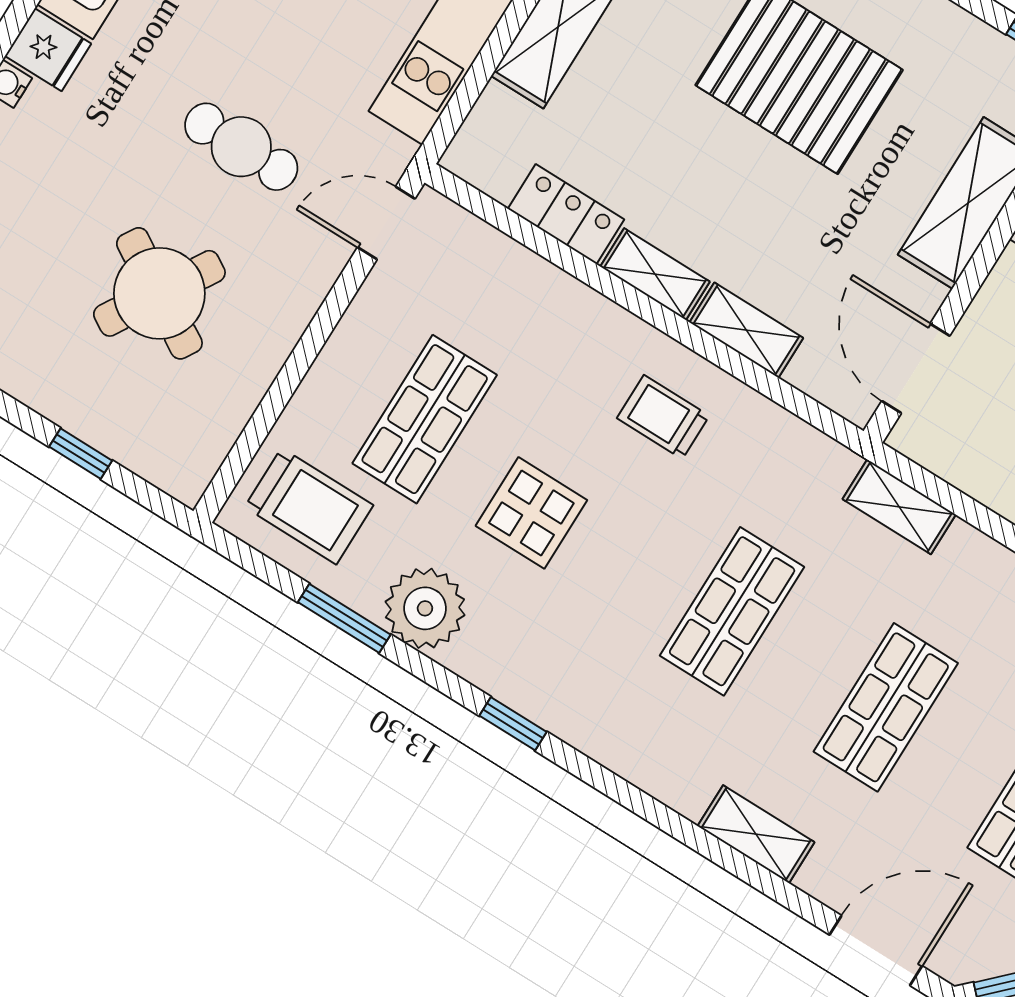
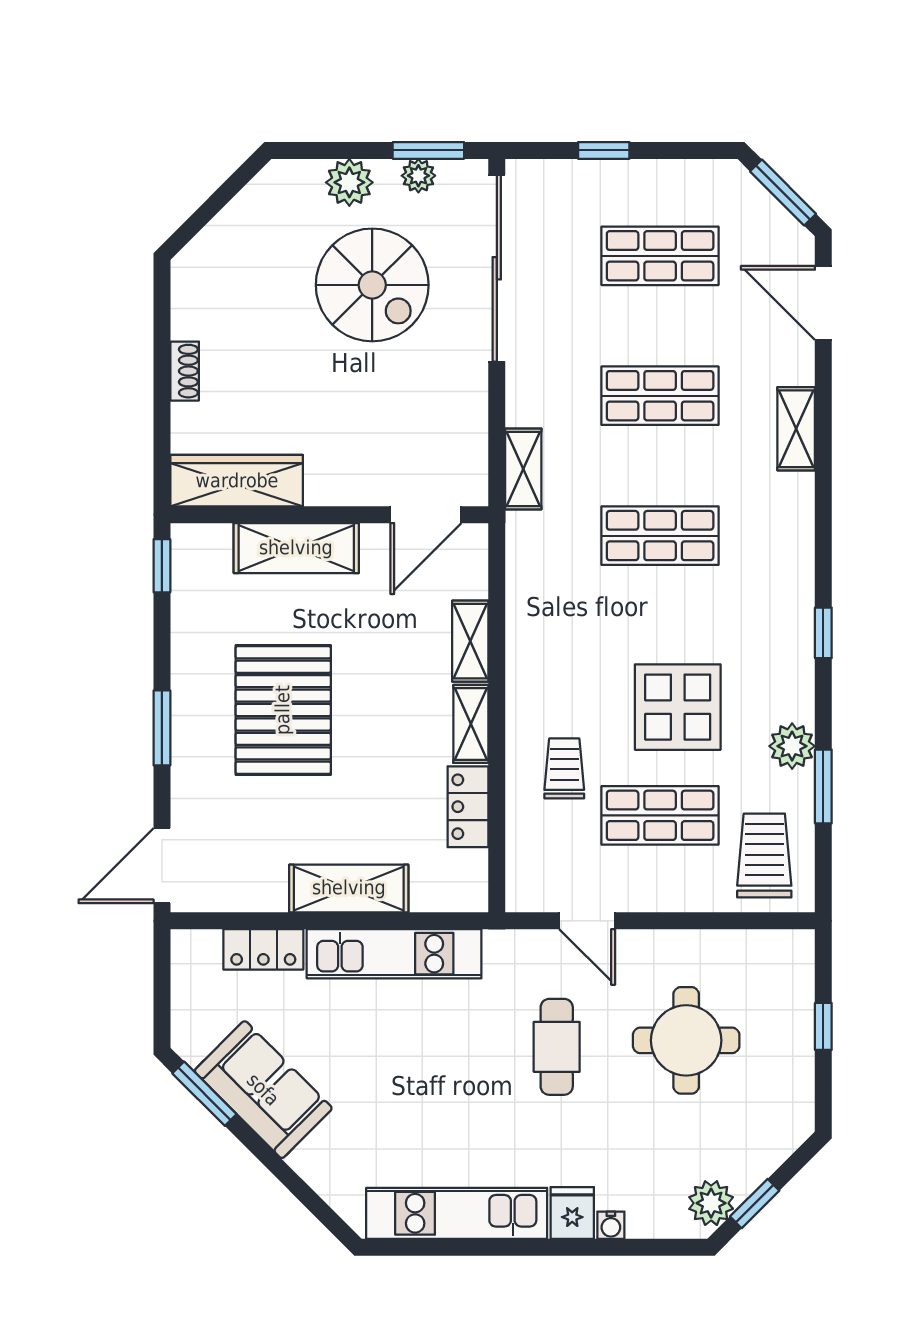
door: (386, 223) -> (587, 921), moved
round table: (159, 293) -> (686, 1040), turned -31
trolley: (663, 417) -> (564, 768), moved, turned 180
display table: (531, 513) -> (678, 707), width x1.36, depth x1.36
plant: (425, 608) -> (792, 746), width x0.73, depth x0.73

